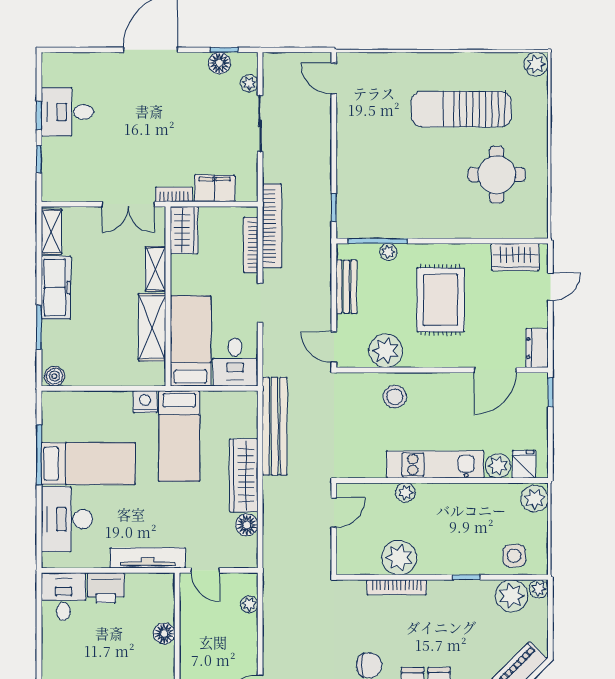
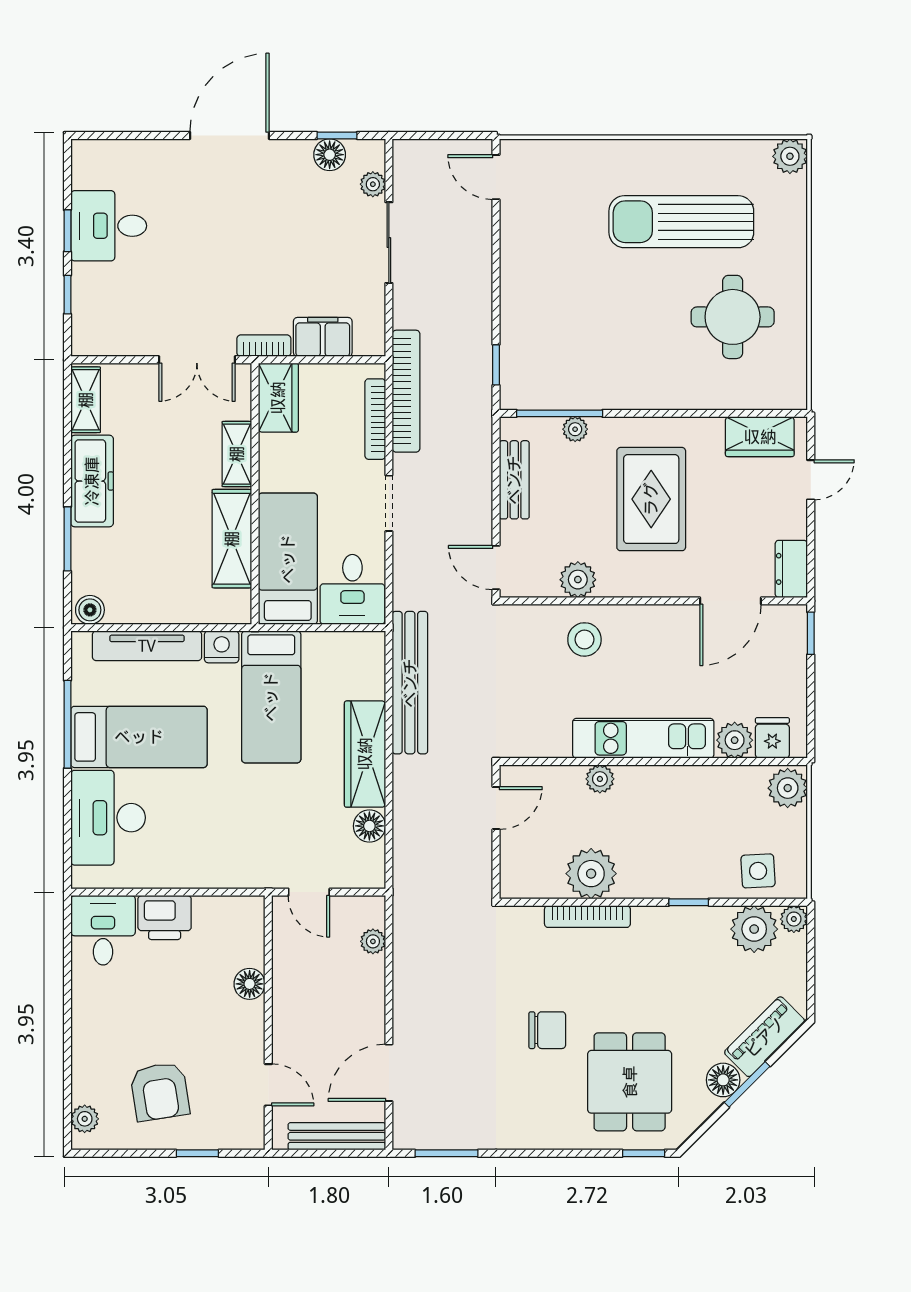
plant: (386, 351) -> (578, 580), width x0.73, depth x0.73
tv unit: (148, 558) -> (147, 646), moved, turned 180

